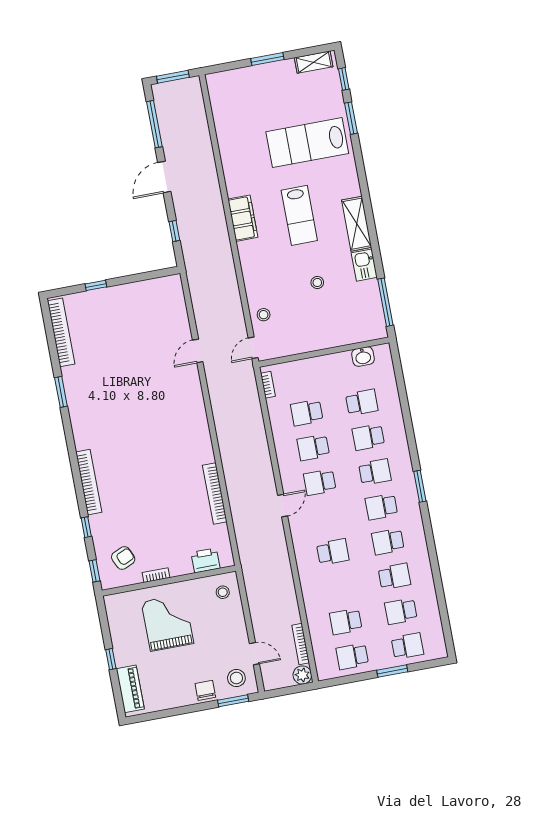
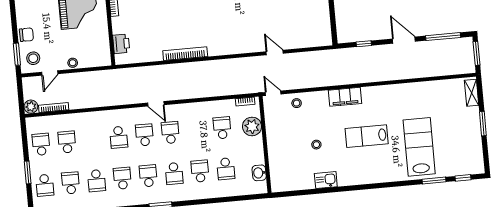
shelving: (314, 62) -> (472, 93), moved
filing cabinet: (243, 218) -> (345, 97), moved
shelving: (357, 224) -> (357, 177), removed
window: (385, 302) -> (297, 193), removed
plant: (301, 372) -> (252, 126), added
school desk: (313, 447) -> (144, 135), moved
bookcase: (215, 493) -> (185, 54), moved
stool: (223, 592) -> (73, 63), moved

